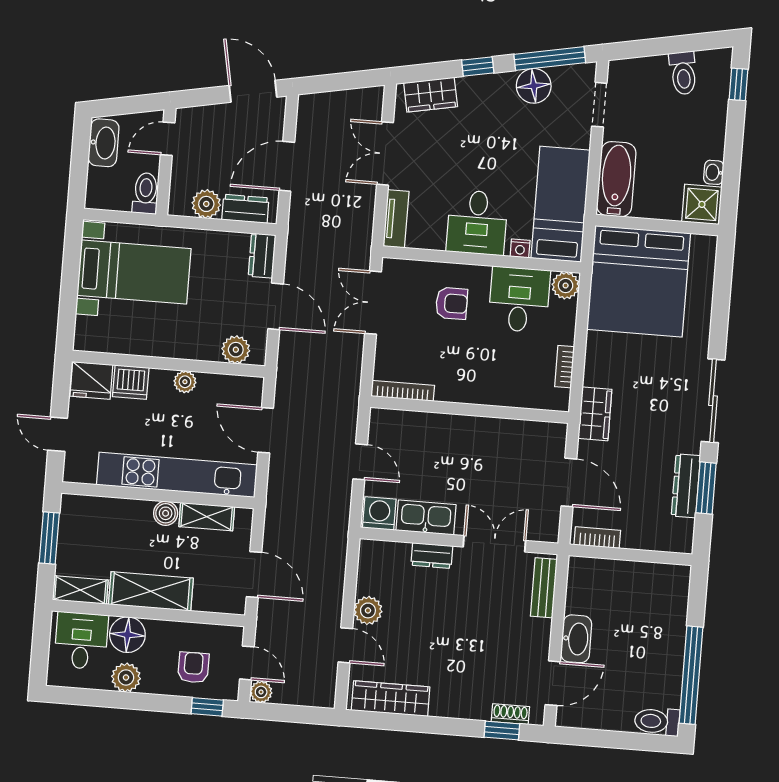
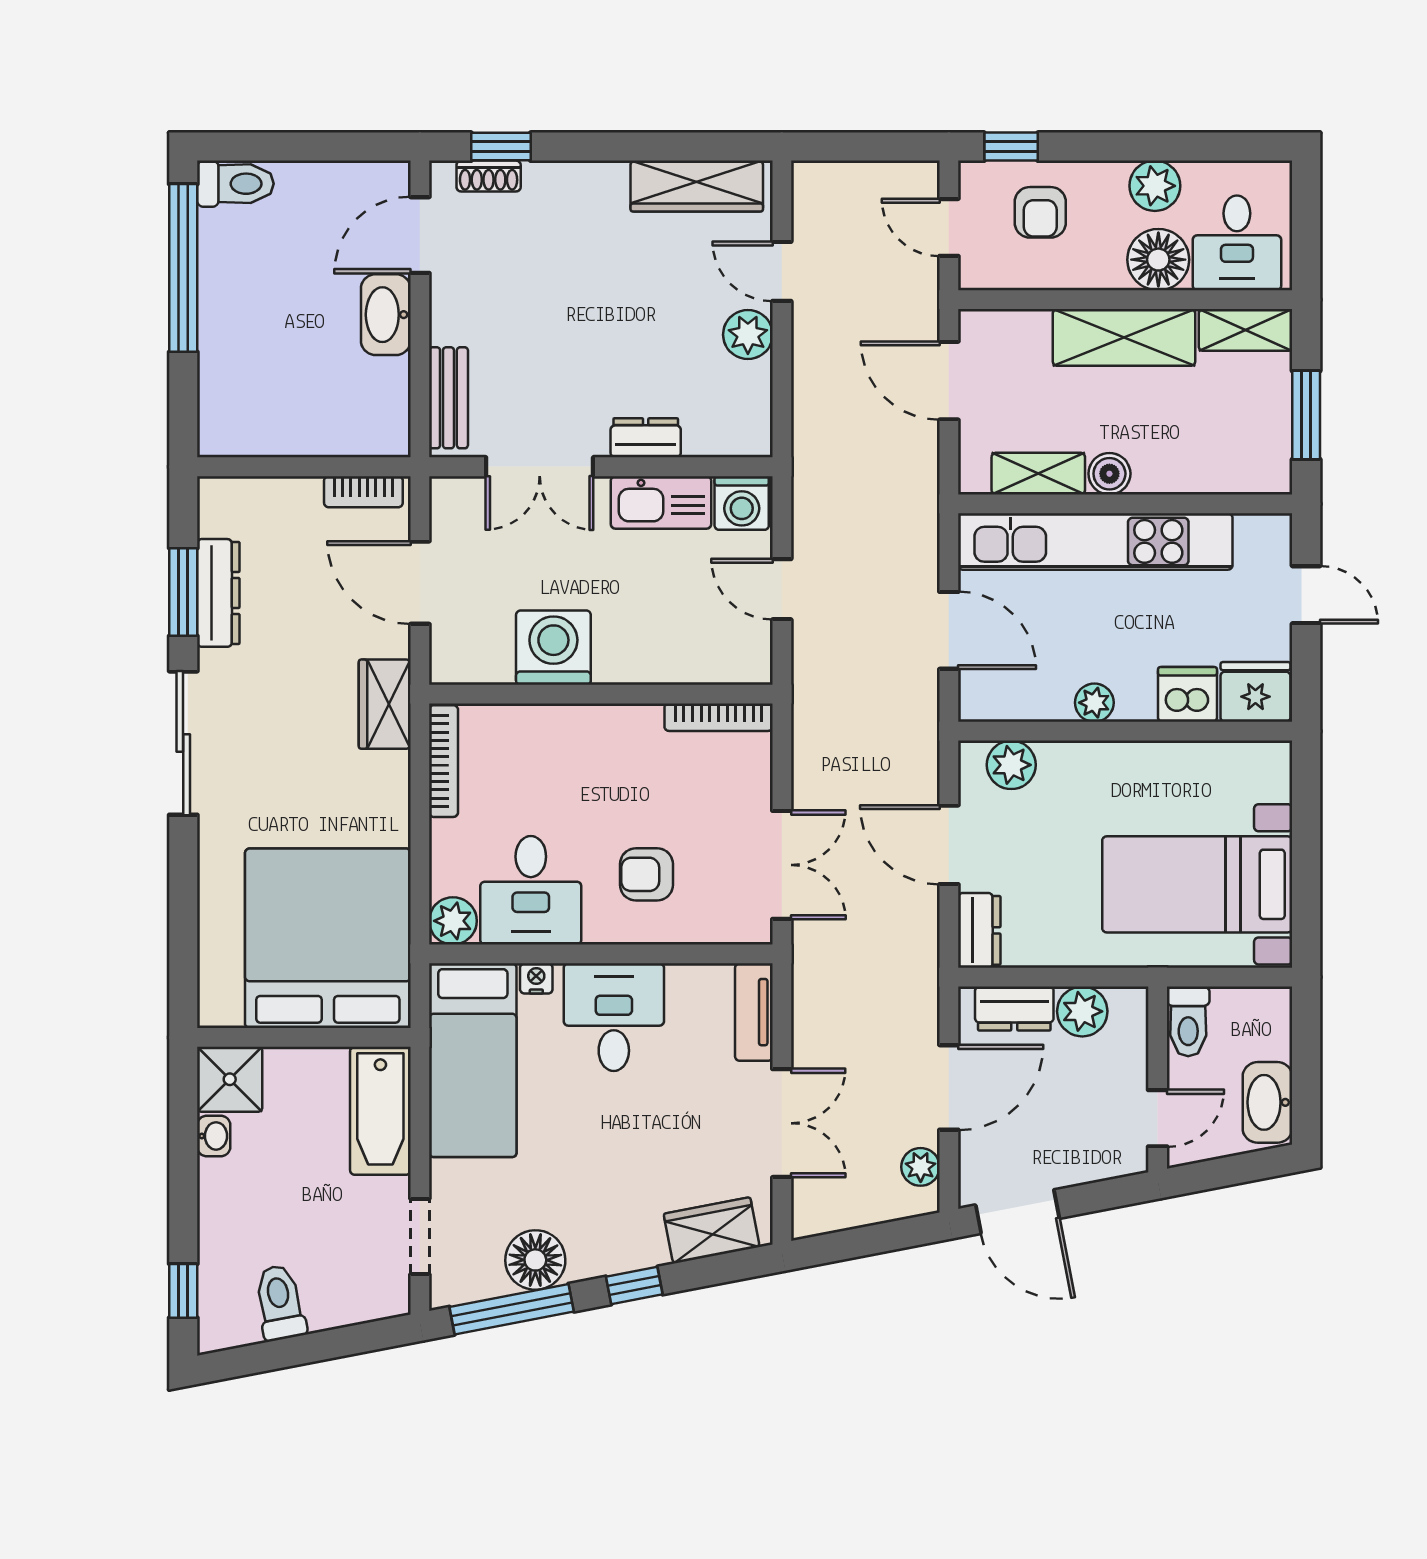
bookcase: (565, 367) -> (443, 761), width x1.56
washing machine: (495, 439) -> (553, 648), added
plant: (261, 692) -> (921, 1167), moved

